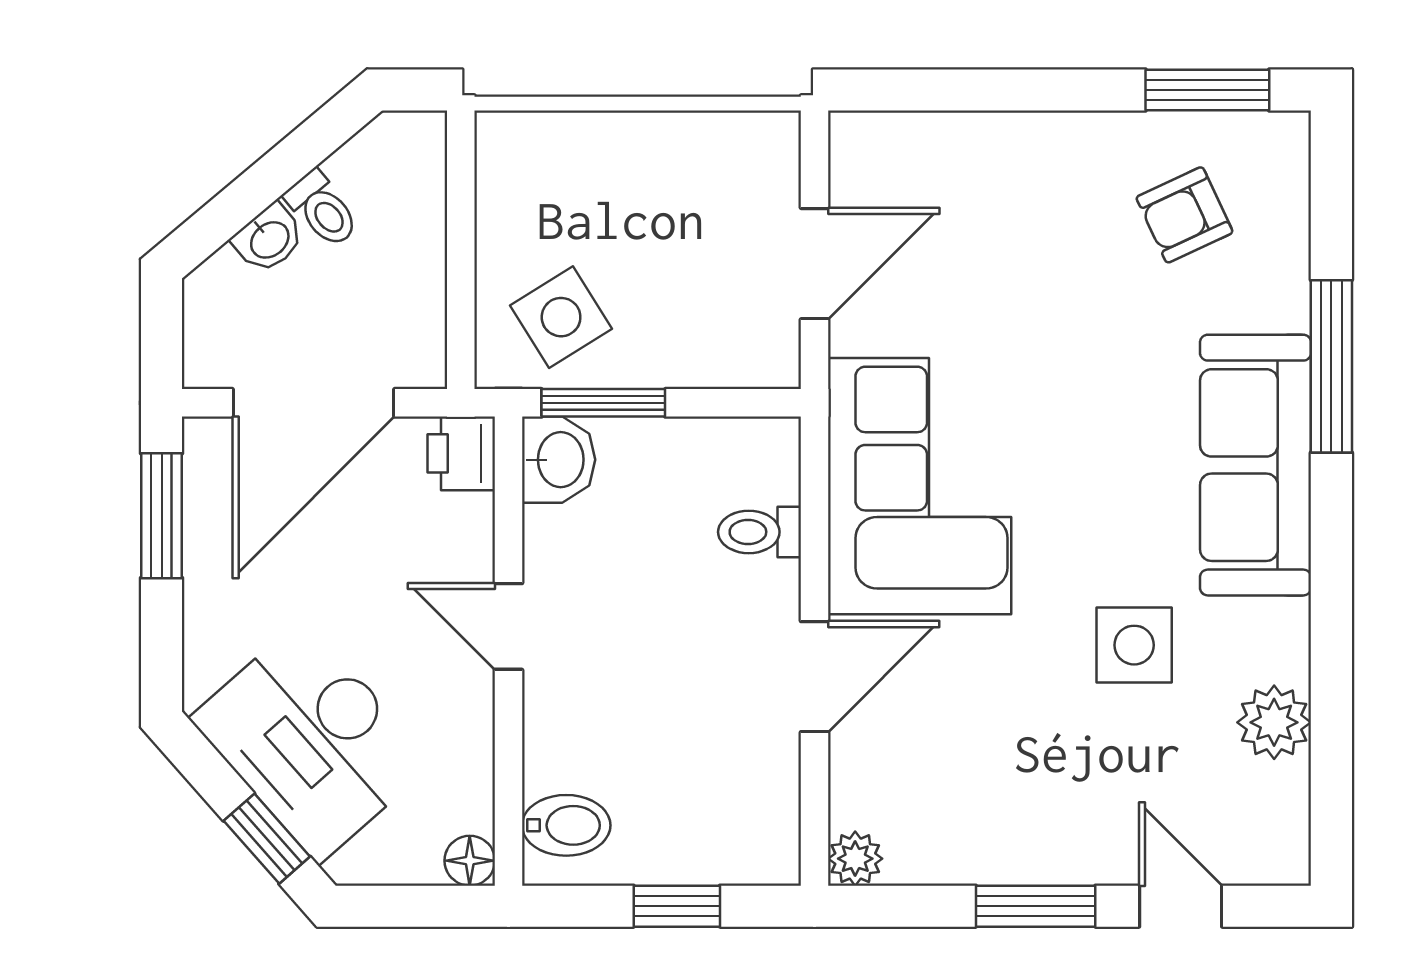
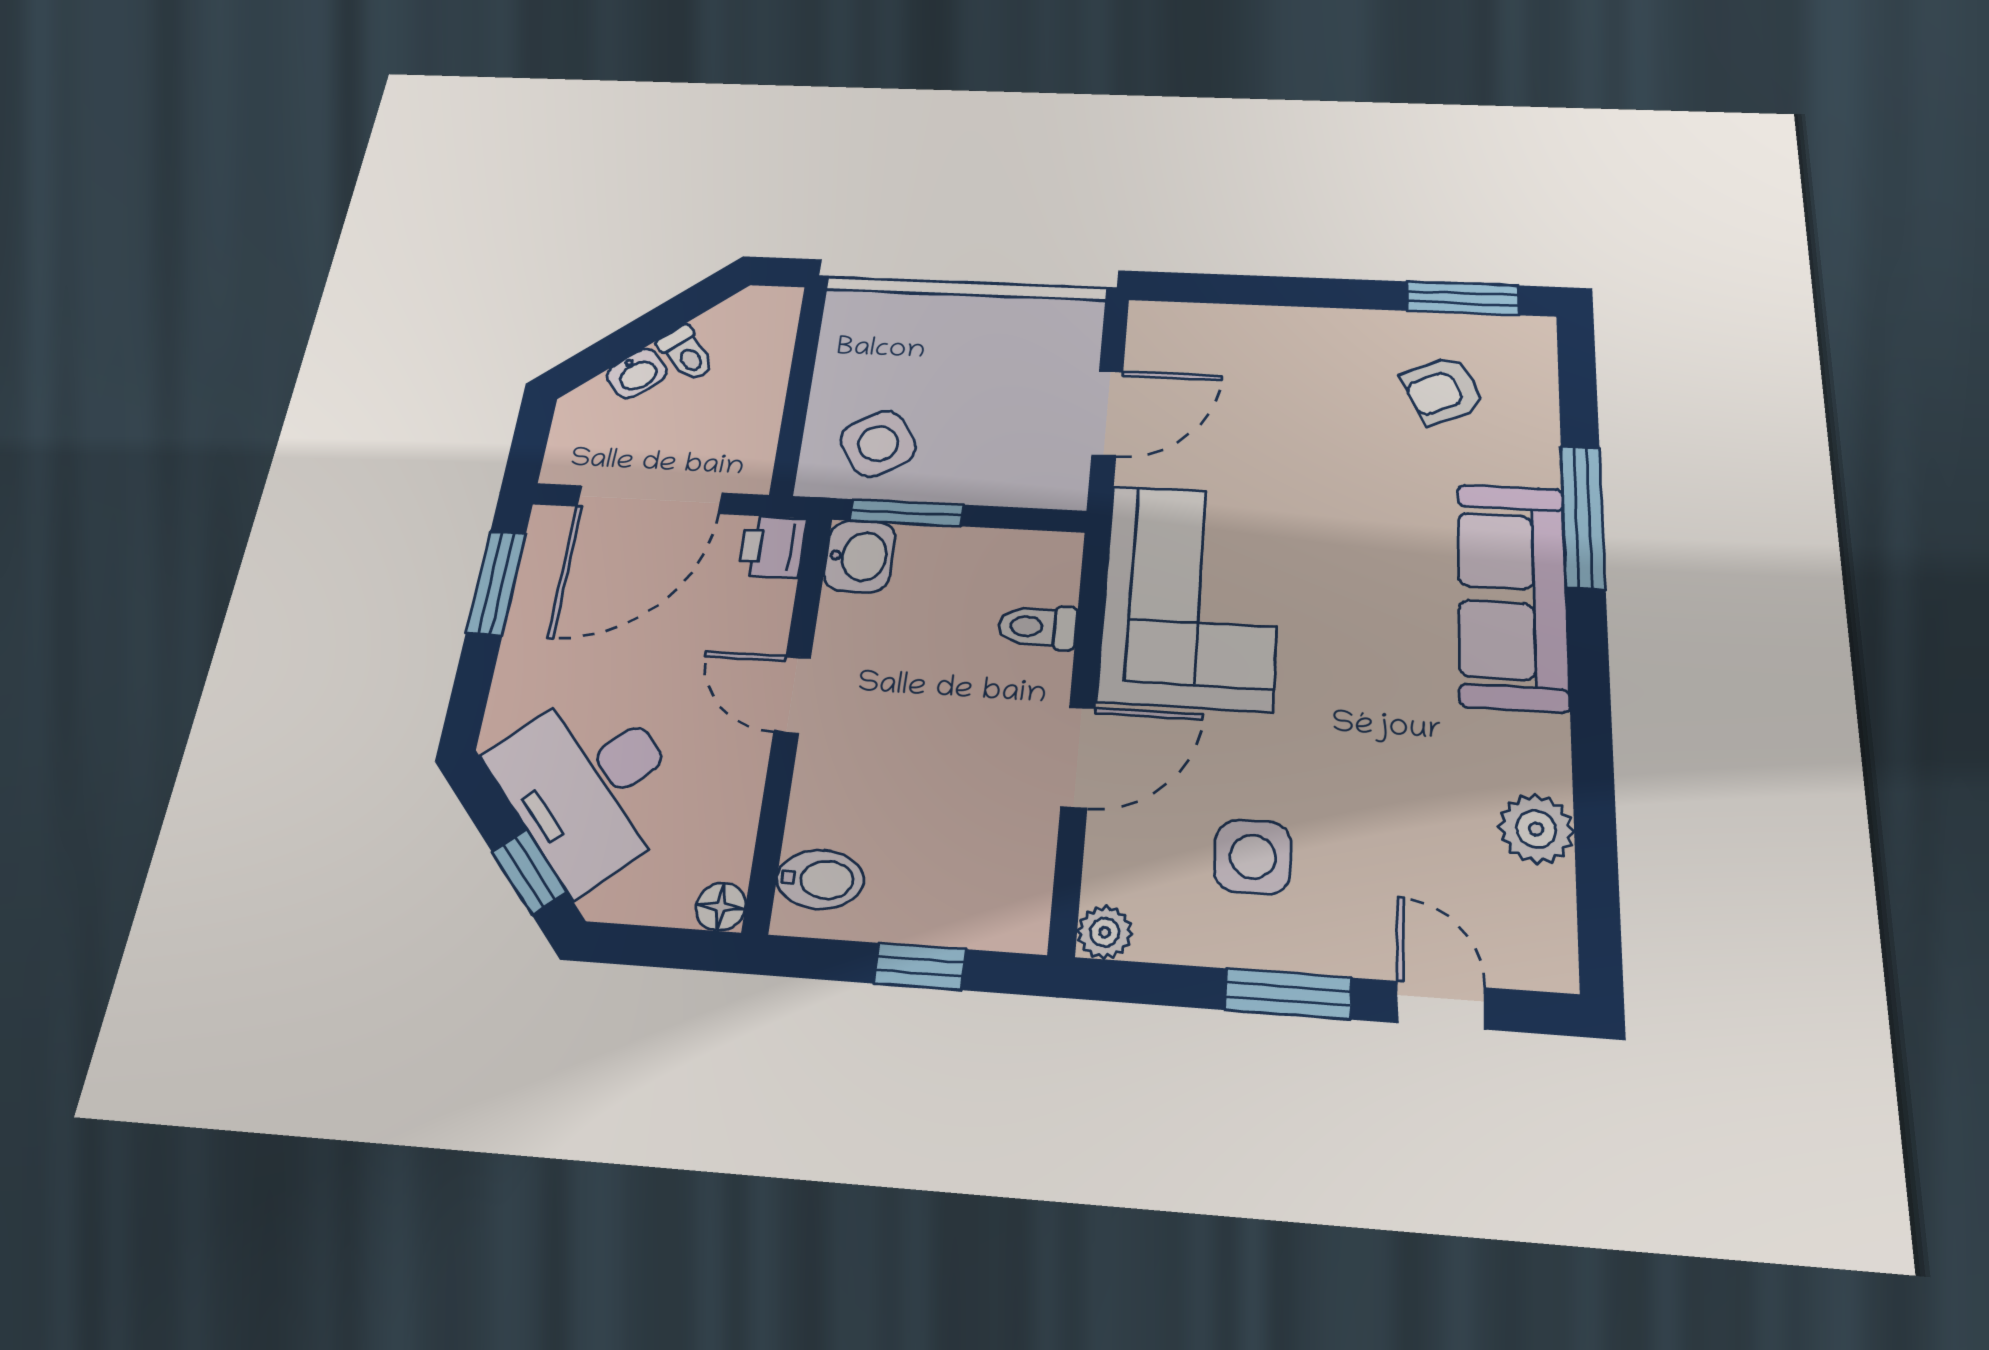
side table: (1134, 645) -> (1253, 857), moved

